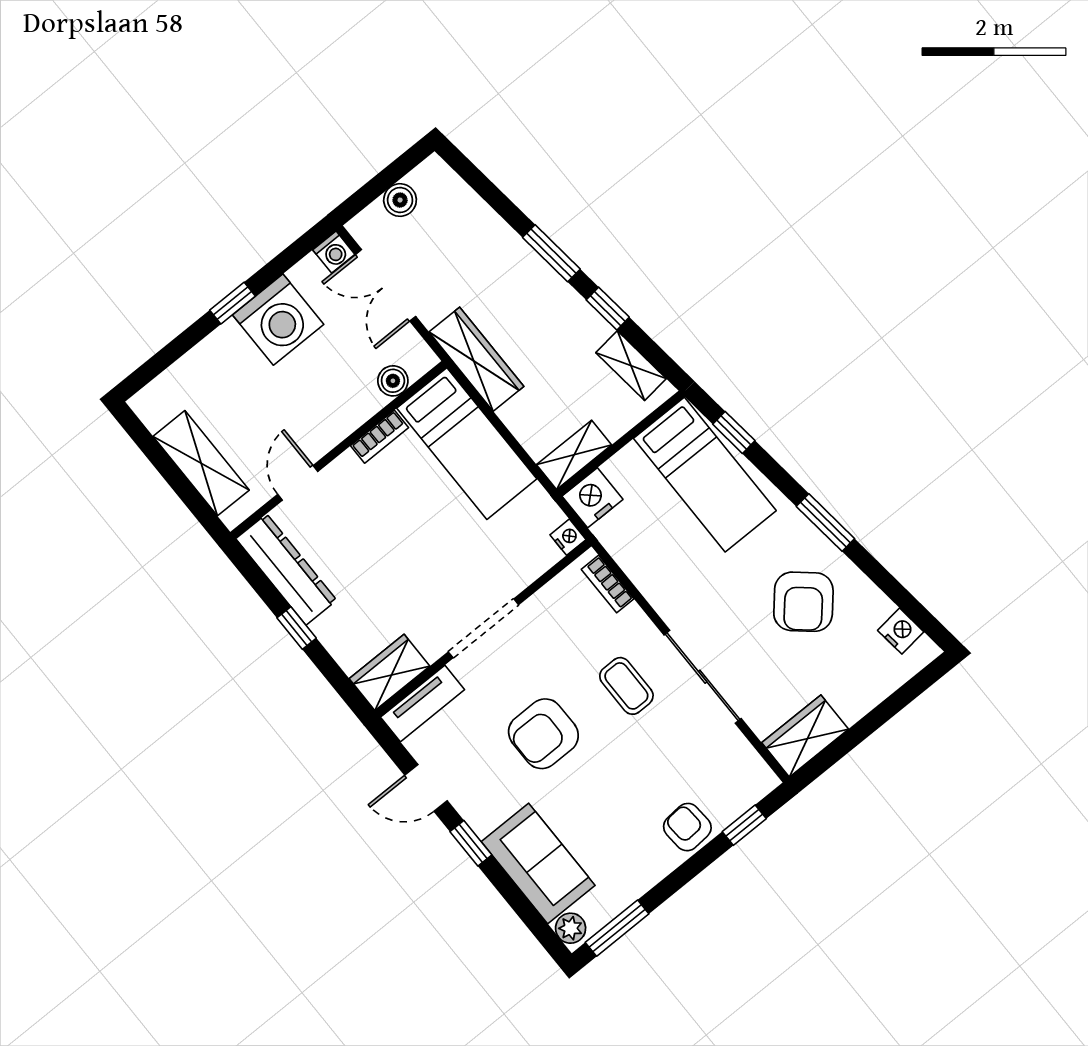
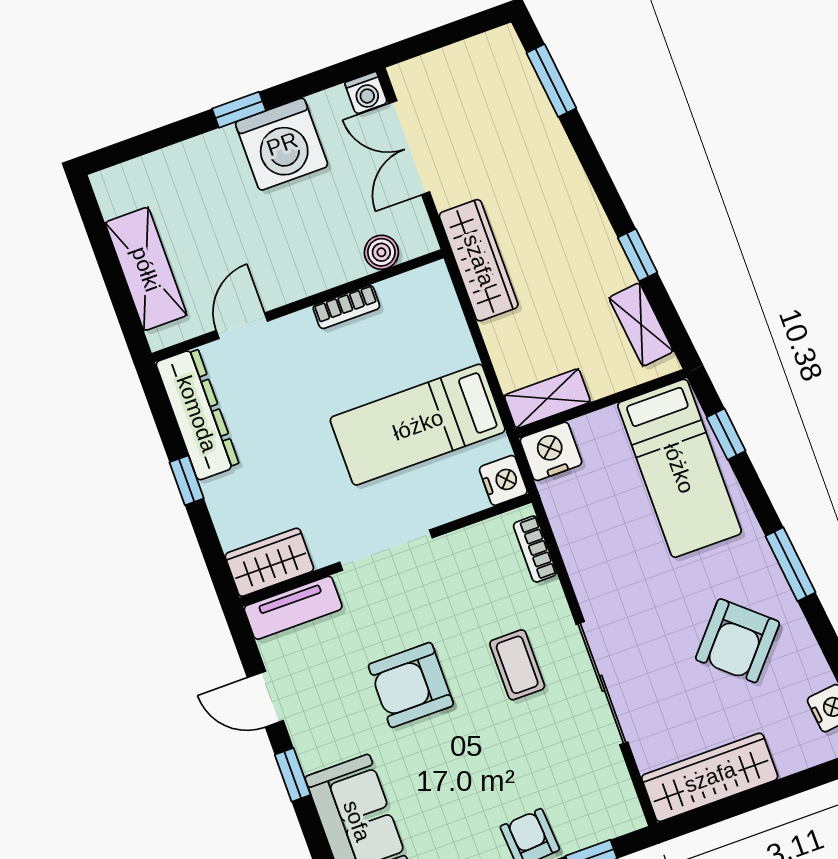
boiler: (400, 200) -> (456, 62), removed
window: (551, 253) -> (551, 81), moved
bed: (467, 444) -> (418, 425), moved, turned 90
nightstand: (568, 537) -> (503, 480), width x1.39, depth x1.35
wardrobe: (805, 736) -> (710, 777), width x1.50

